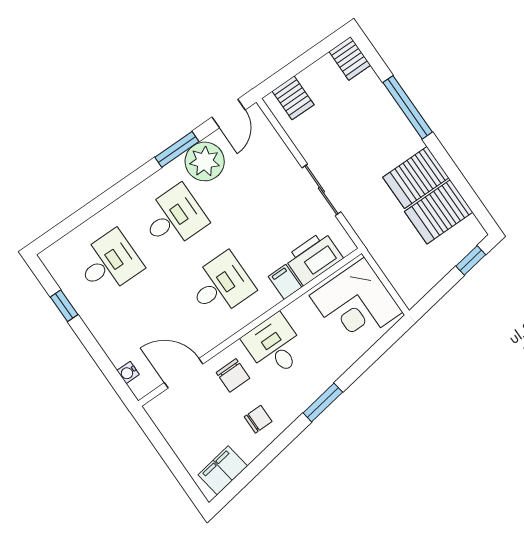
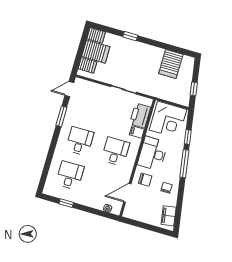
window: (408, 107) -> (130, 36), width x0.46
door: (229, 114) -> (69, 89), swing flipped
plant: (205, 161) -> (75, 113), removed
server rack: (416, 177) -> (96, 52), moved, turned -90
window: (471, 260) -> (194, 89), moved
desk: (274, 346) -> (153, 154), width x1.37
window: (366, 361) -> (188, 137), added
window: (323, 403) -> (184, 164), width x1.44

